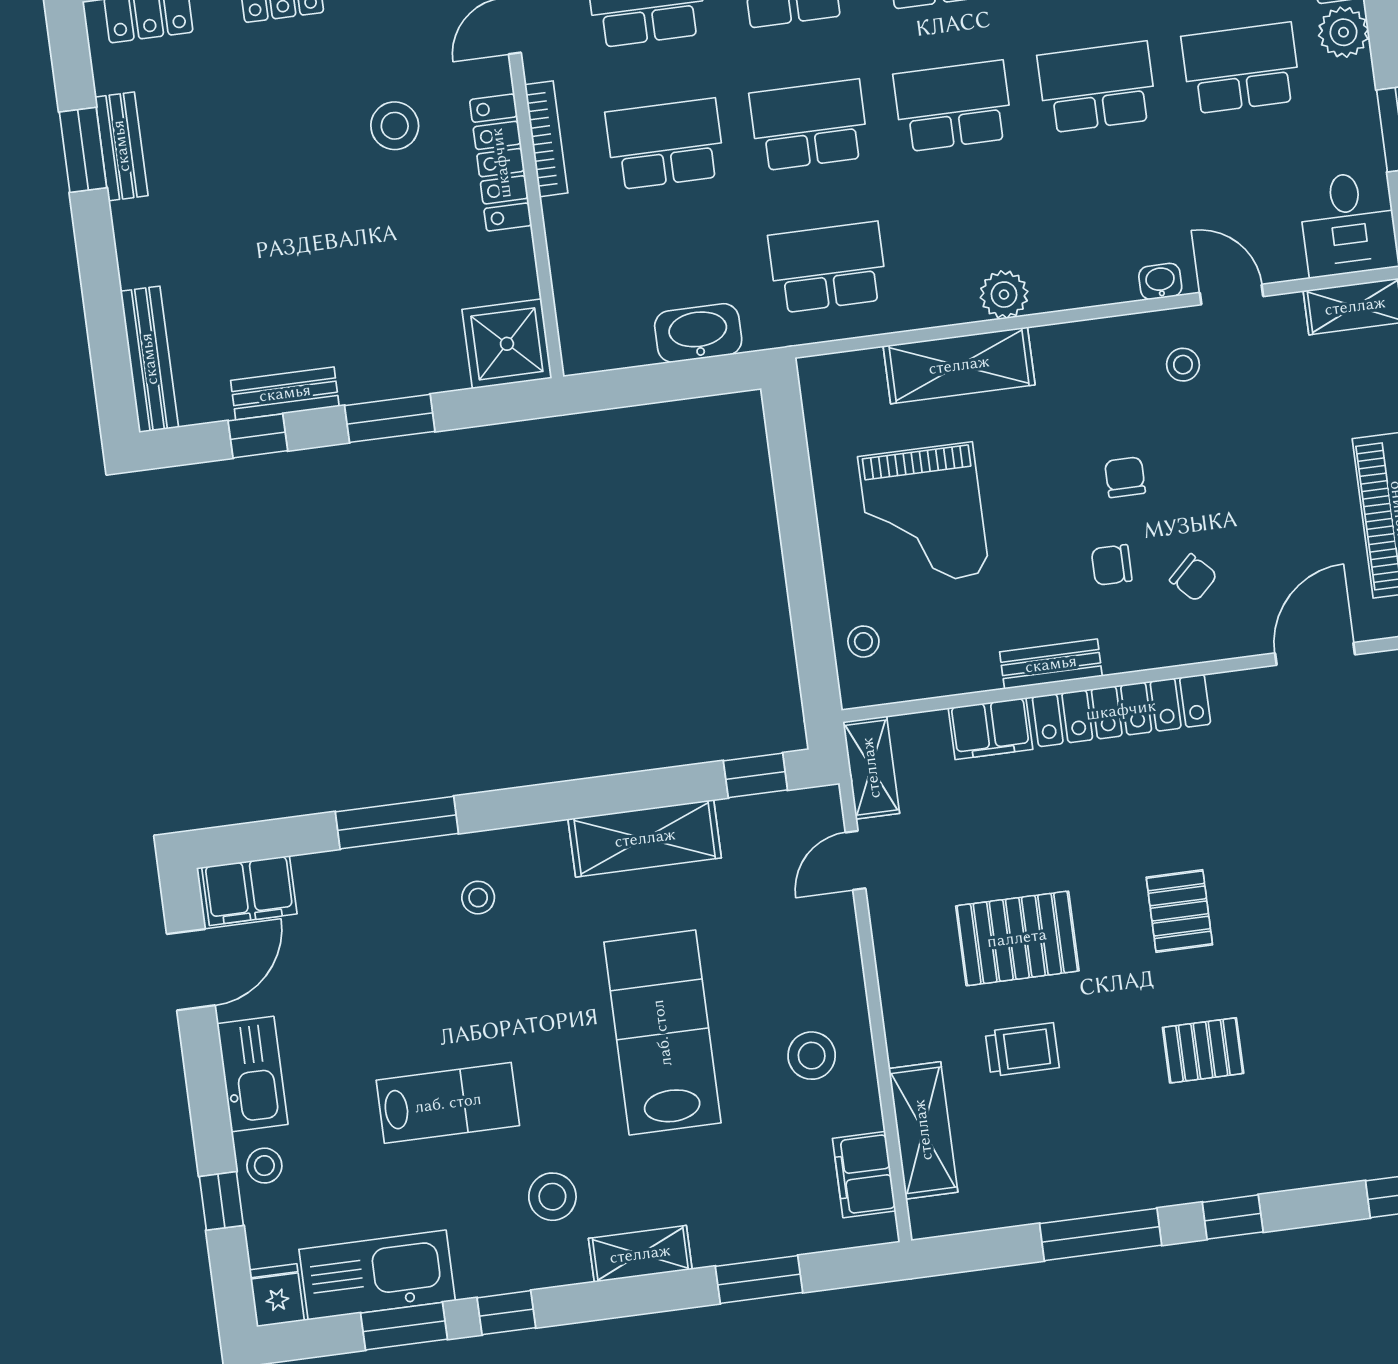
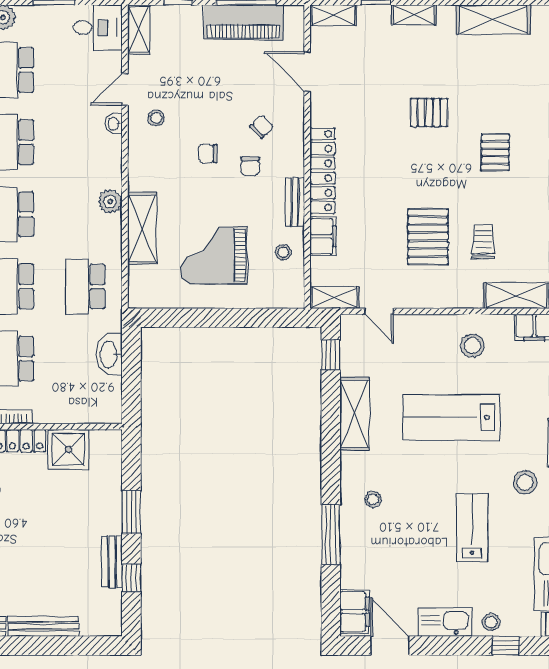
shower: (507, 344) -> (68, 449), moved
bench: (149, 359) -> (43, 626), moved
grand piano: (924, 515) -> (214, 255), turned 180
stool: (863, 642) -> (283, 252), moved
pallet: (1179, 911) -> (429, 113), moved

